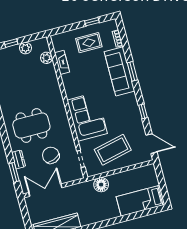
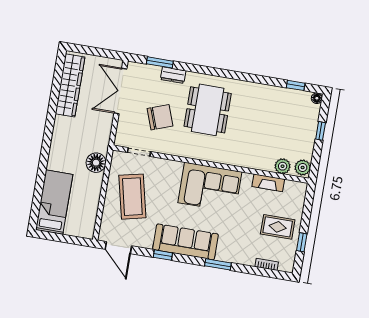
rug: (89, 43) -> (278, 227), turned 90
plant: (25, 48) -> (303, 168), moved
sofa: (120, 71) -> (186, 242), moved
corner sofa: (87, 117) -> (210, 187), moved
door: (152, 144) -> (118, 248), hinge flipped
double door: (45, 190) -> (120, 91), swing flipped

